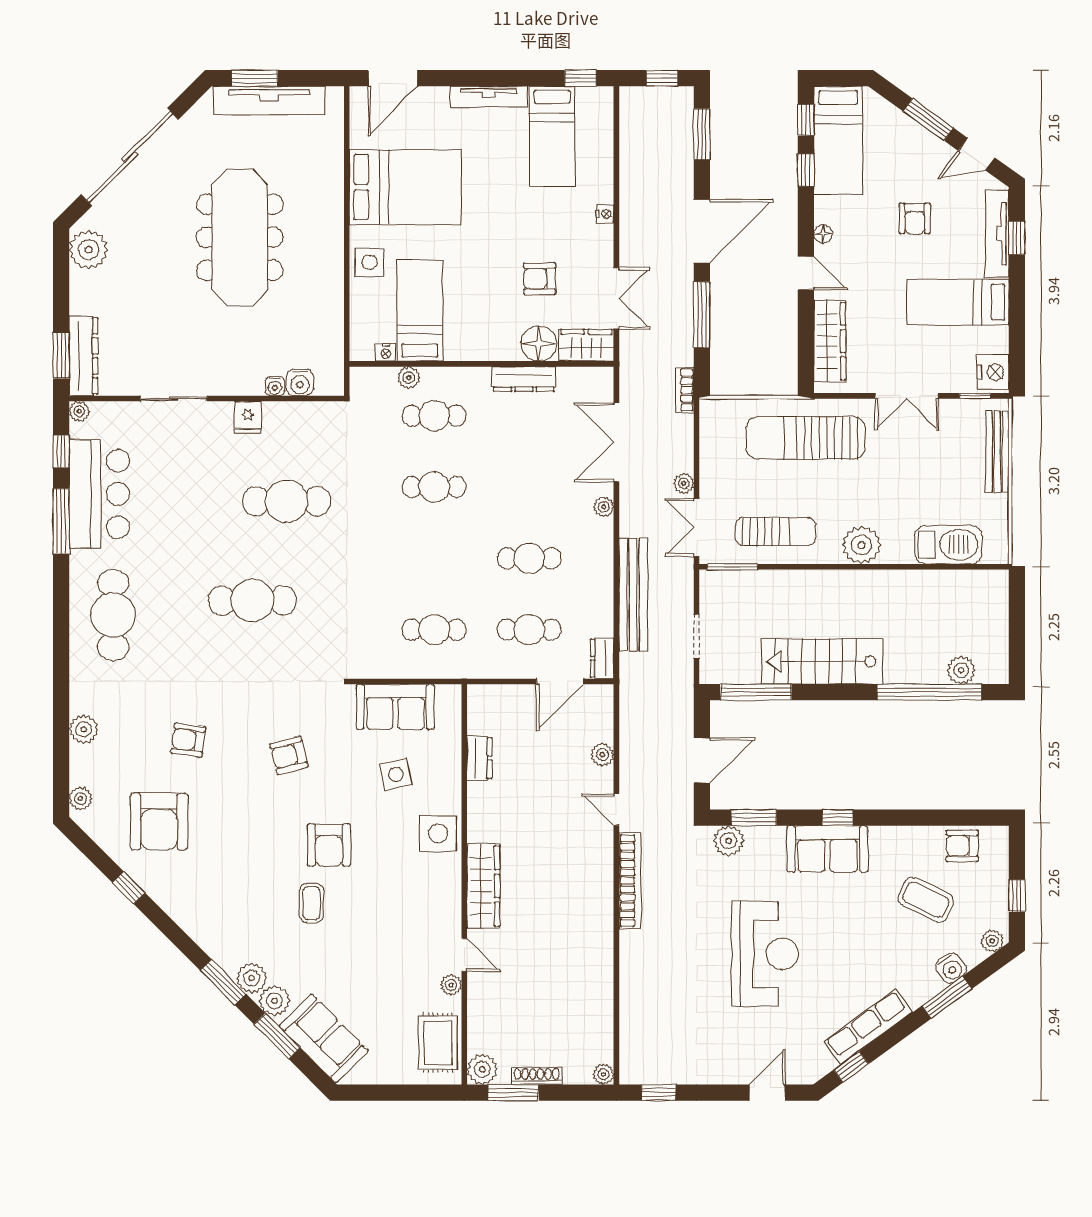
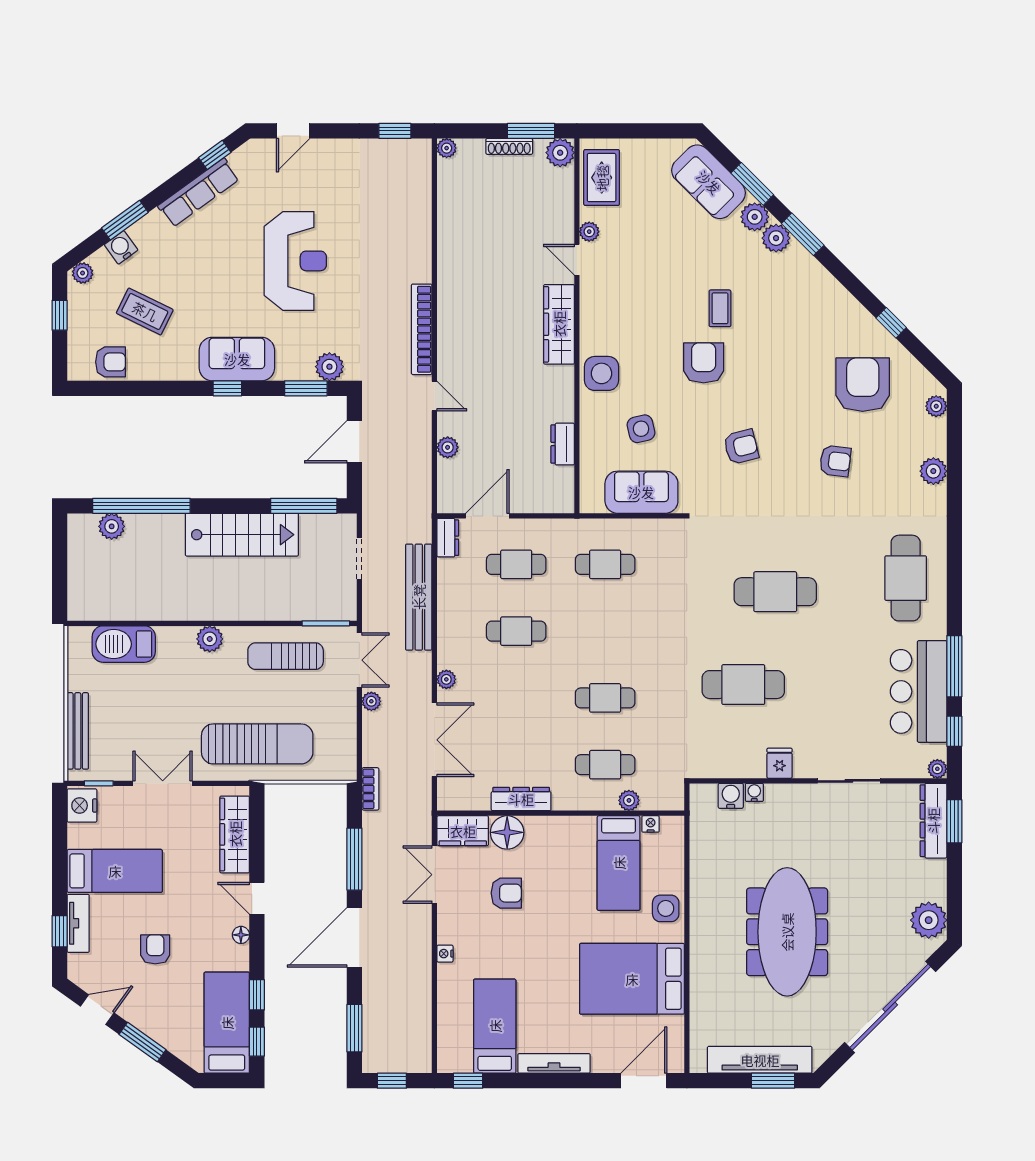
tv unit: (997, 234) -> (78, 923), width x0.71
plant: (861, 545) -> (210, 639), width x0.73, depth x0.73
reception desk: (765, 954) -> (295, 261), turned 180

